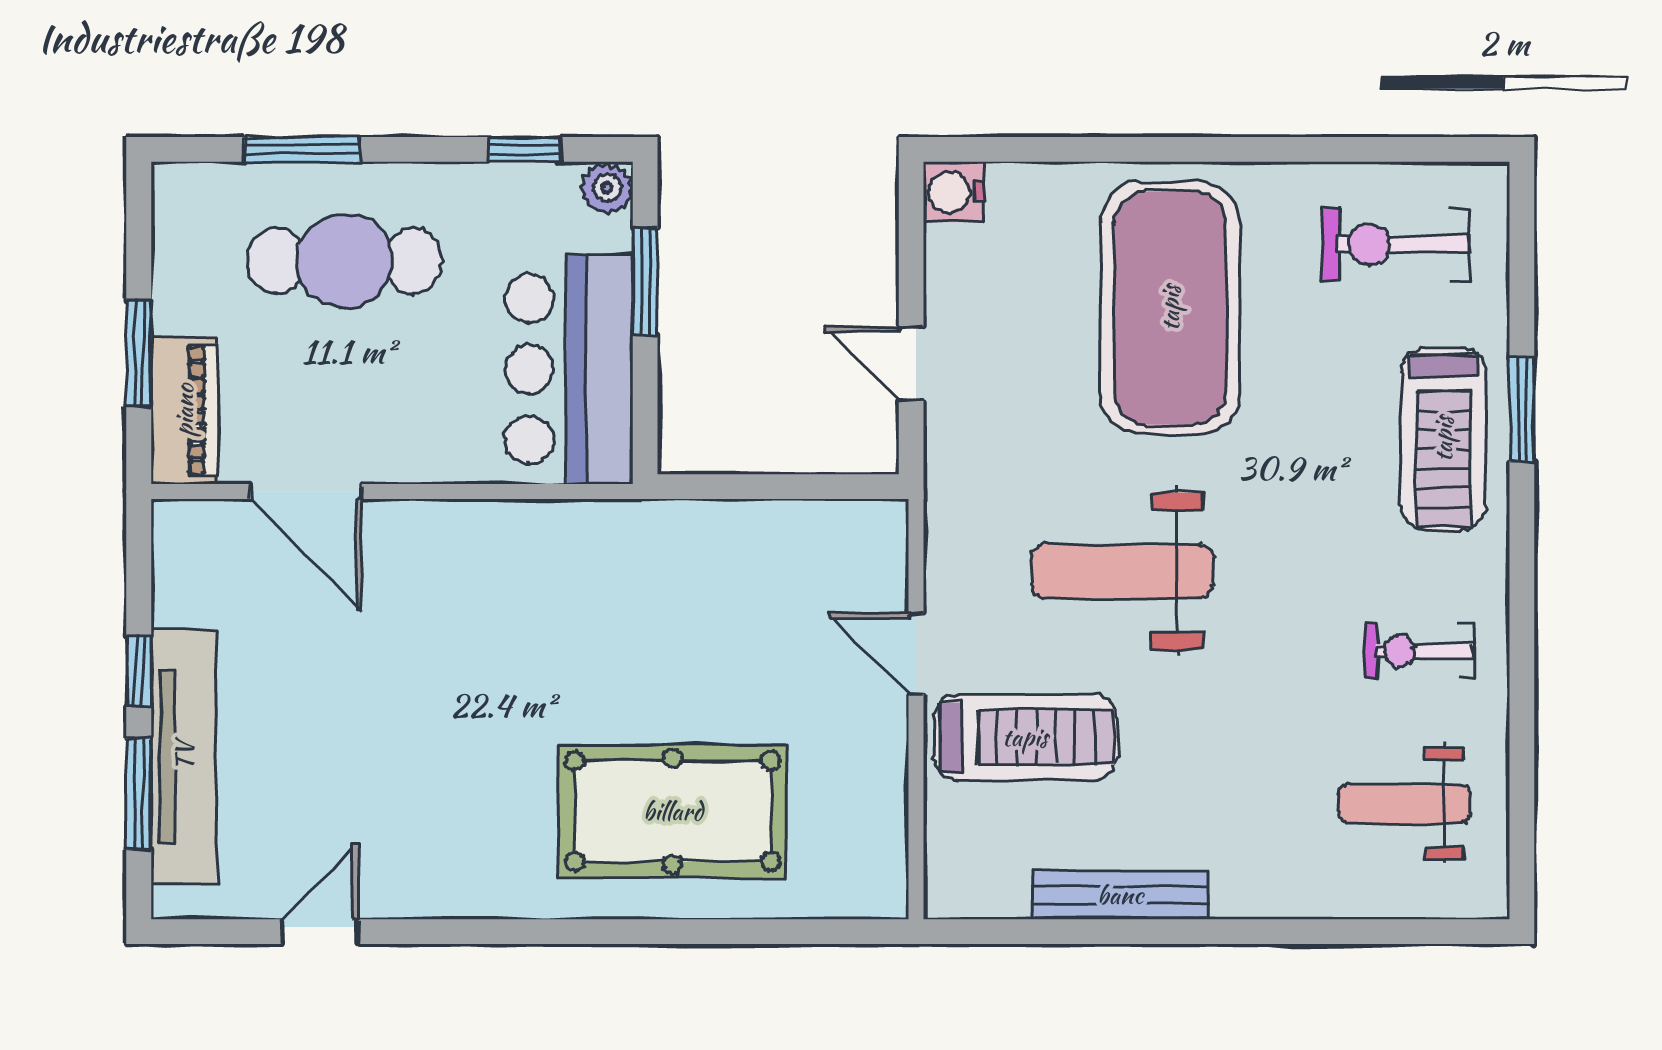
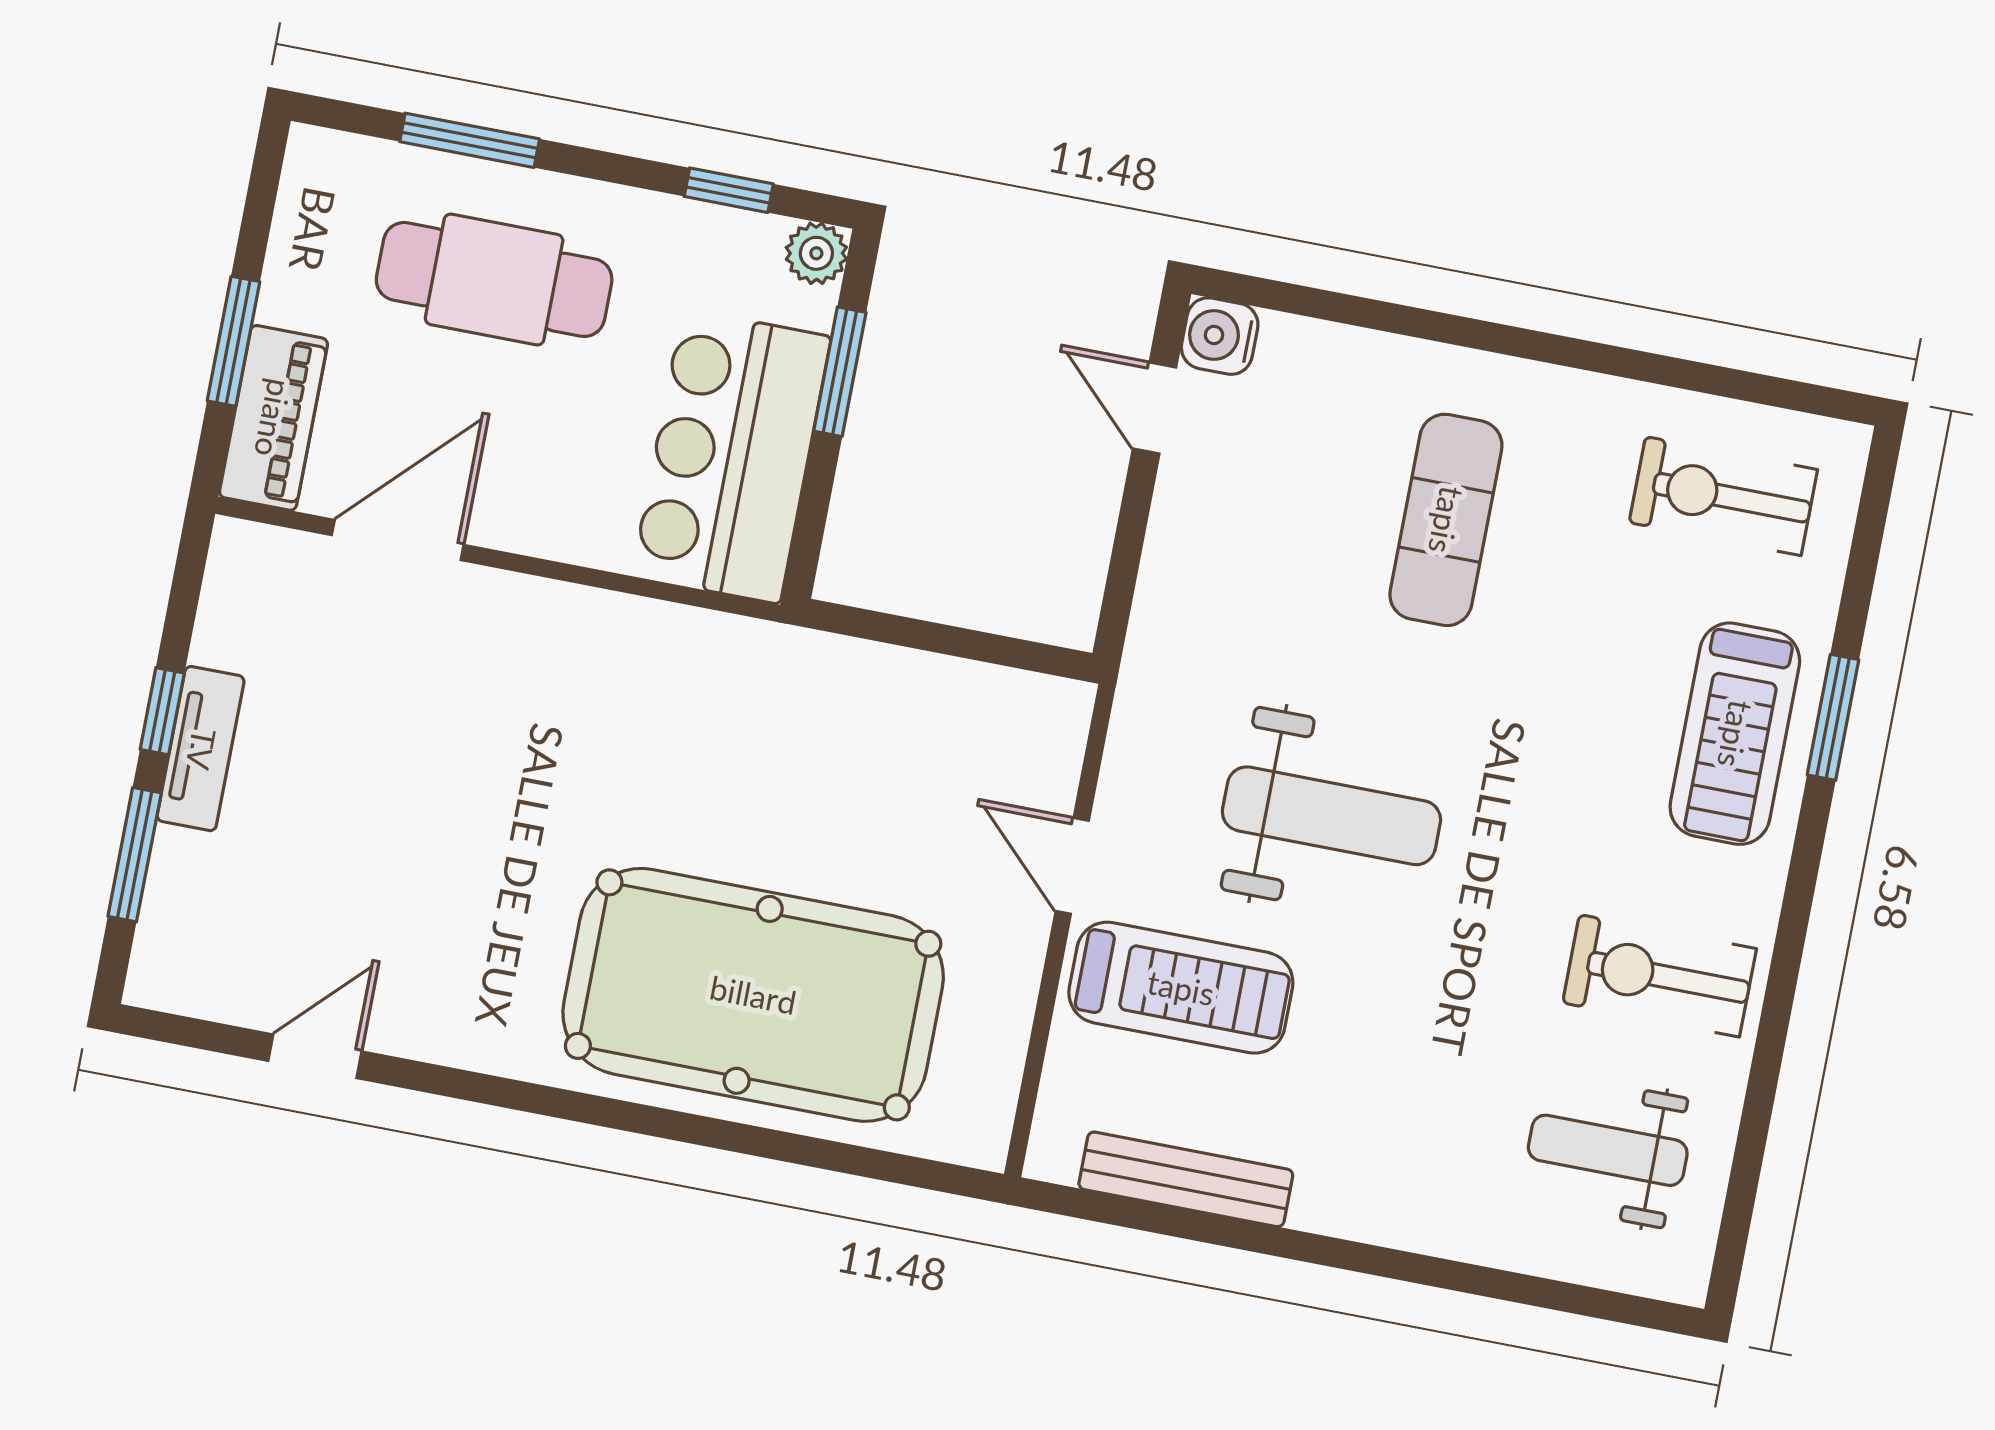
exercise mat: (1170, 308) -> (1446, 520), width x0.50, depth x0.69
door: (911, 363) -> (1154, 408), moved
door: (306, 492) -> (398, 540), swing flipped
weight bench: (1123, 571) -> (1331, 816), turned 180
exercise bike: (1419, 651) -> (1659, 976), width x1.38, depth x1.39
tv unit: (184, 756) -> (201, 749), width x0.52, depth x0.78
pool table: (673, 811) -> (753, 995), width x1.36, depth x1.32
bench: (1120, 895) -> (1186, 1179), moved

